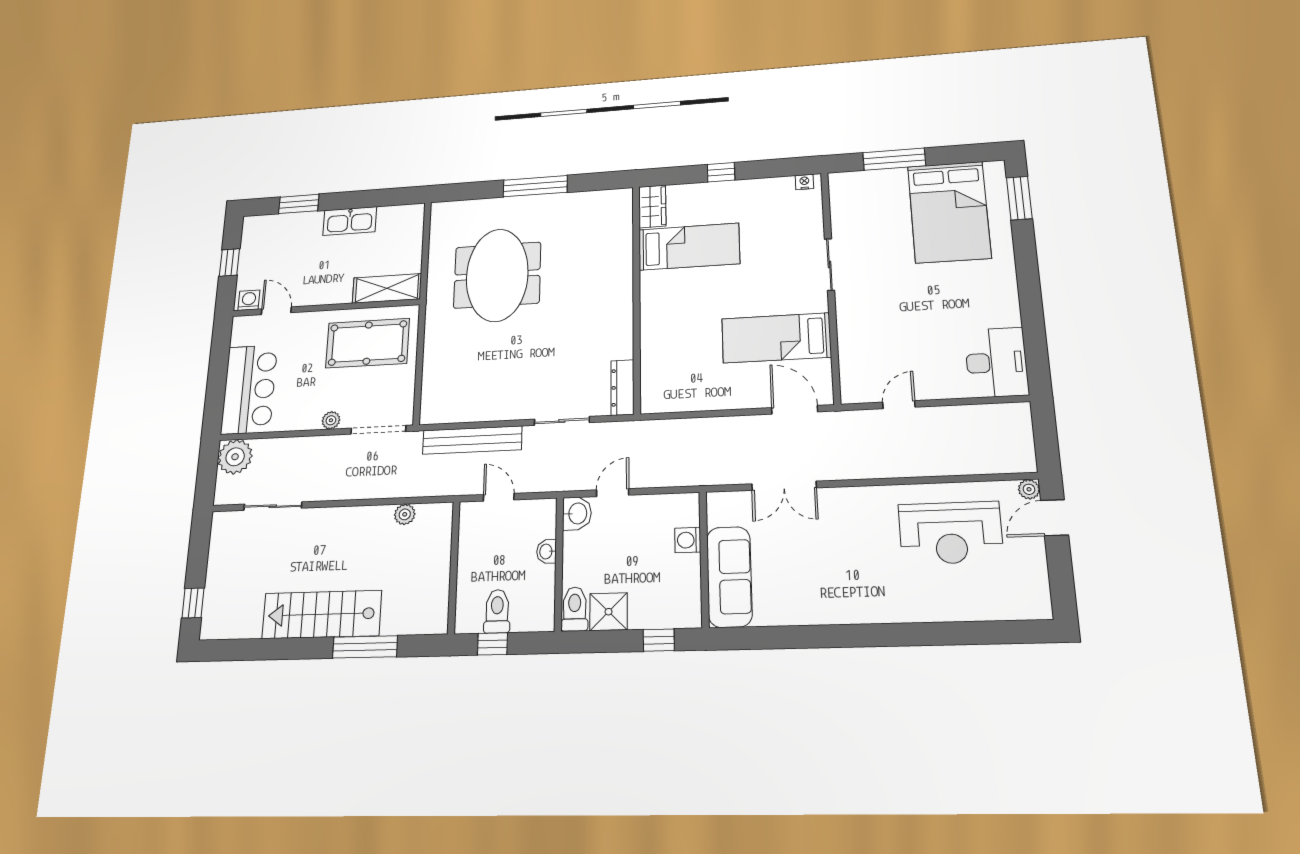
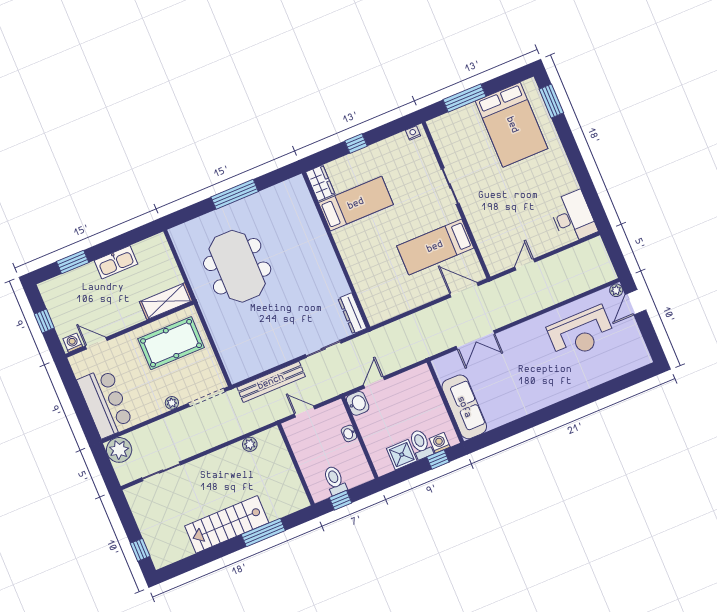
washing machine: (688, 540) -> (440, 443), moved, turned 90
toilet: (575, 609) -> (421, 444), moved

